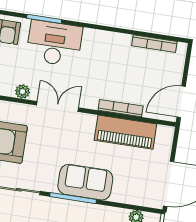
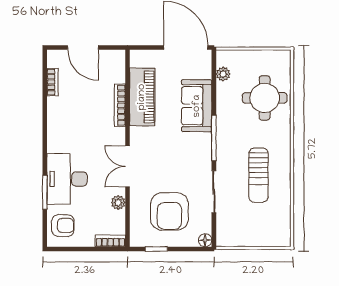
bookcase: (154, 44) -> (52, 82), width x0.64
door: (181, 102) -> (83, 48), moved
sofa: (85, 182) -> (197, 106), moved

